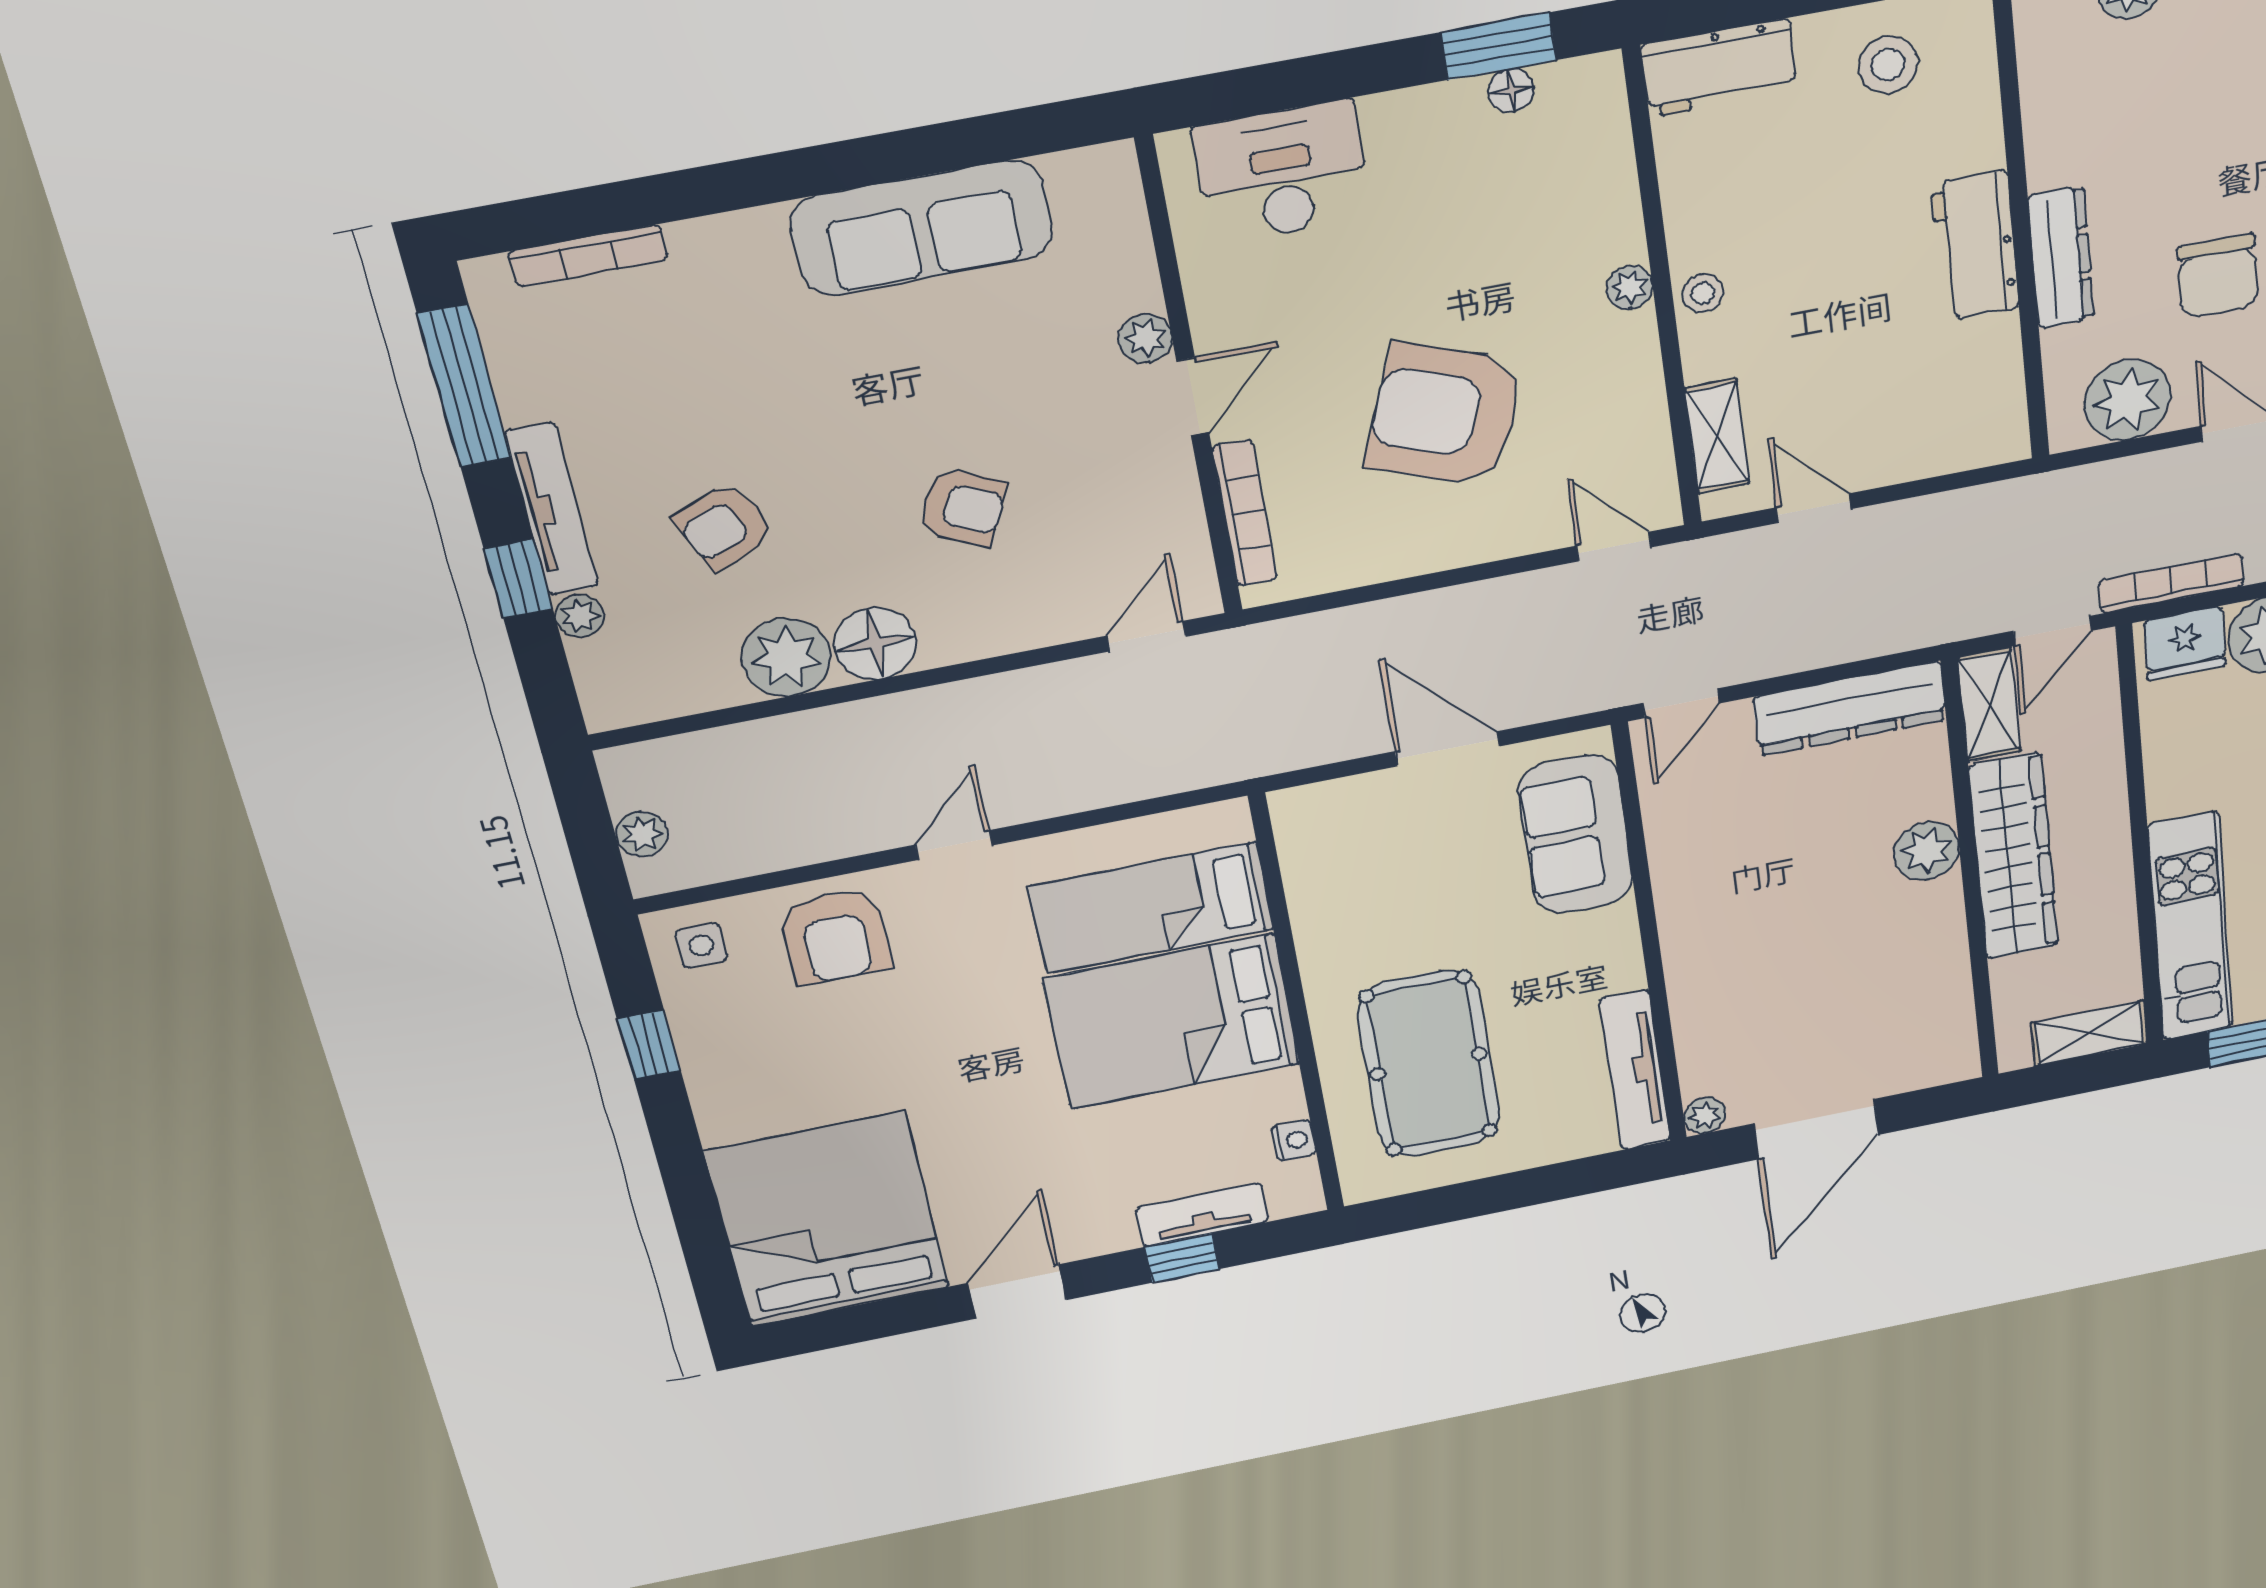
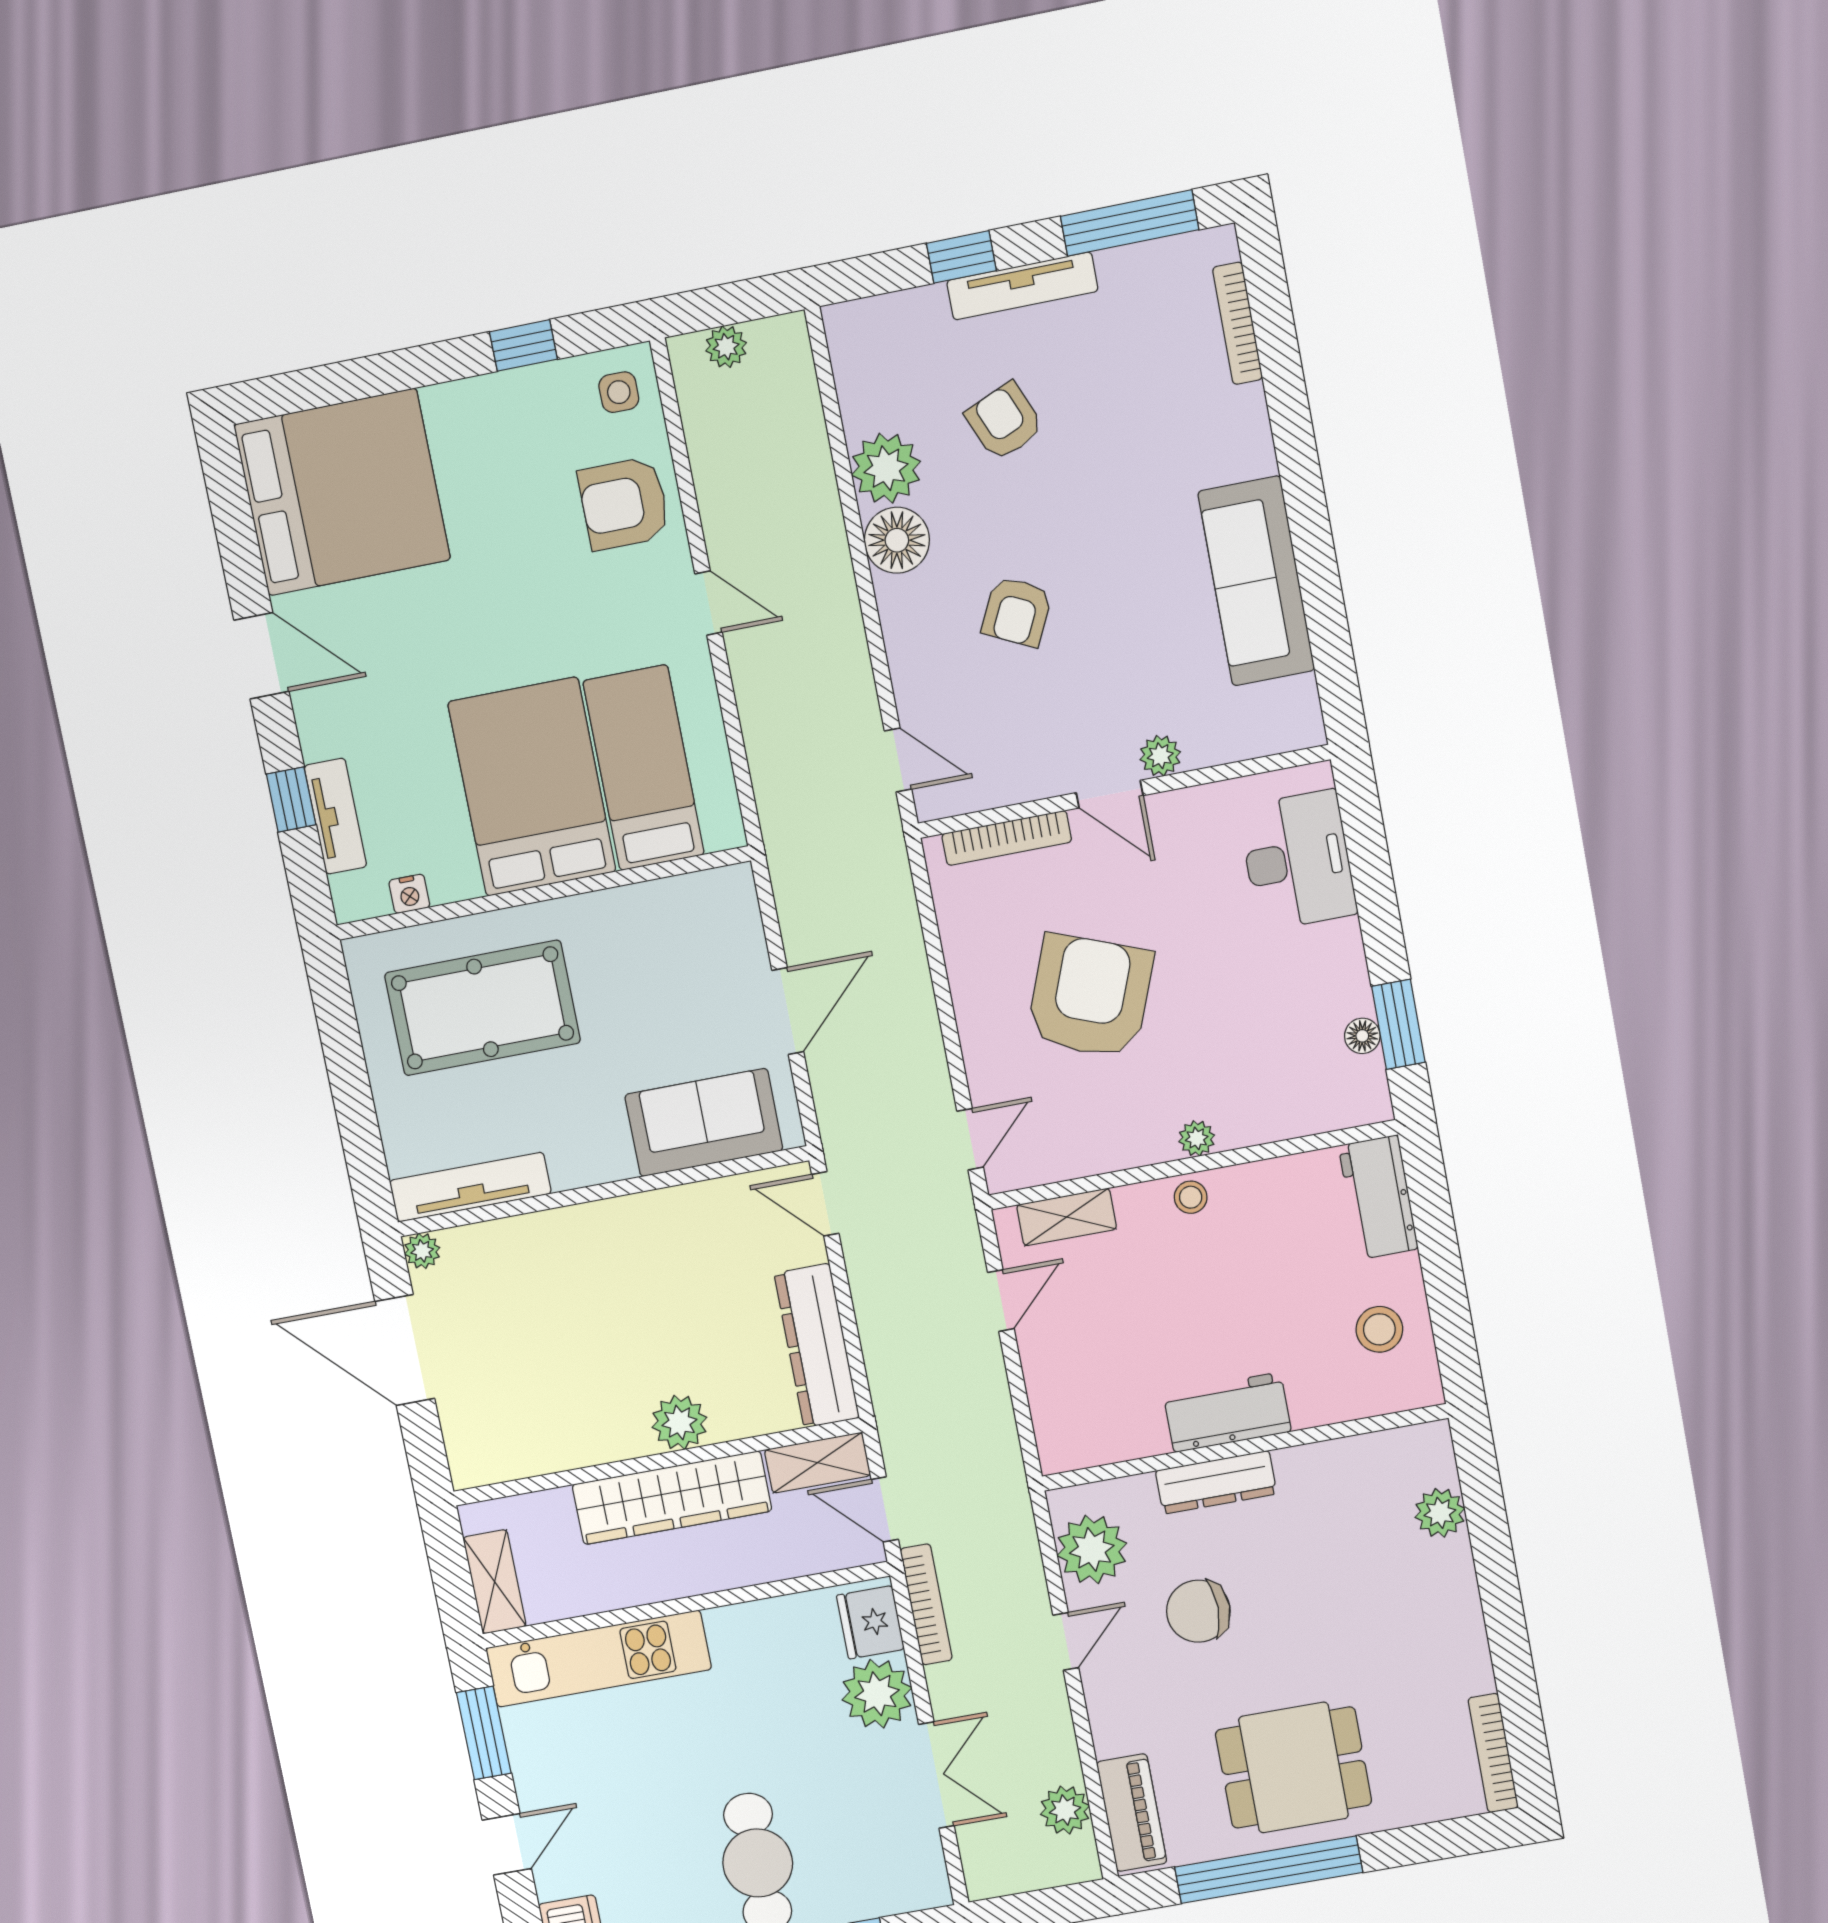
plant: (580, 616) -> (927, 304), removed

